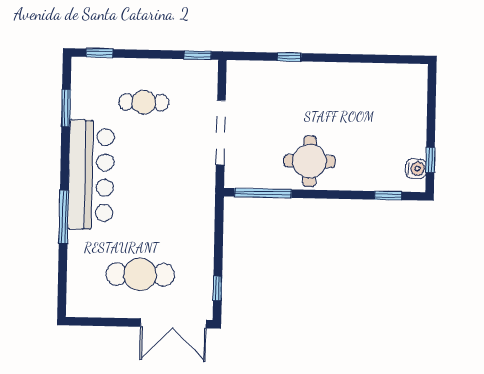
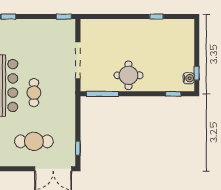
window: (289, 57) -> (156, 17), moved
cafe table: (144, 102) -> (34, 93), moved, turned 90

